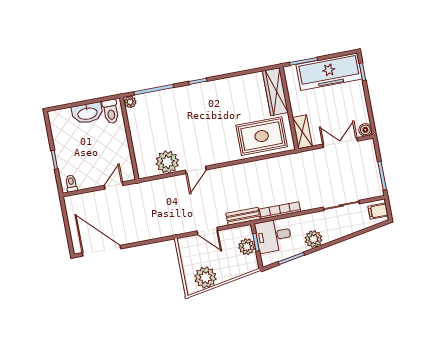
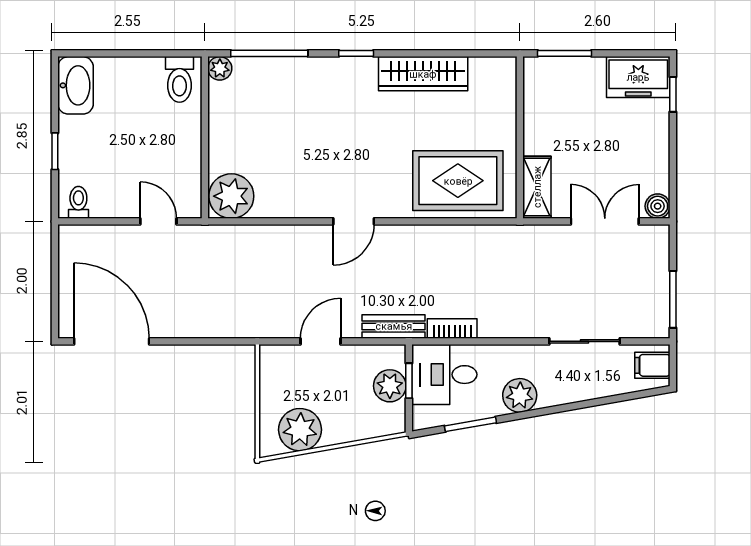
freezer: (329, 72) -> (638, 77), width x0.52, depth x0.79
wardrobe: (275, 92) -> (423, 74), moved, turned -90
washbasin: (87, 113) -> (76, 85), moved, turned -90
plant: (167, 162) -> (231, 196), moved
door: (196, 170) -> (354, 221), moved
door: (114, 185) -> (158, 221), hinge flipped
bookcase: (280, 210) -> (452, 329), width x0.64
door: (207, 231) -> (320, 341), swing flipped

